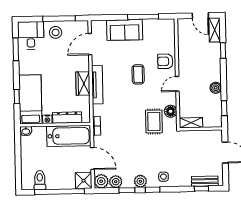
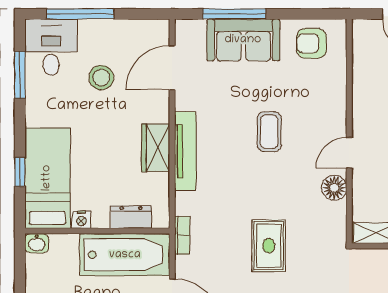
window: (143, 17) -> (234, 14), moved
window: (59, 19) -> (80, 14), moved
stool: (56, 32) -> (101, 78), moved
armchair: (165, 61) -> (312, 43), moved
floor lamp: (171, 111) -> (334, 188), moved
dresser: (67, 118) -> (131, 217), width x0.70
rug: (154, 121) -> (269, 246), moved

